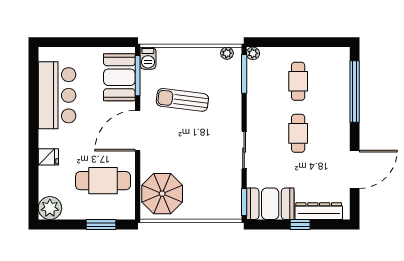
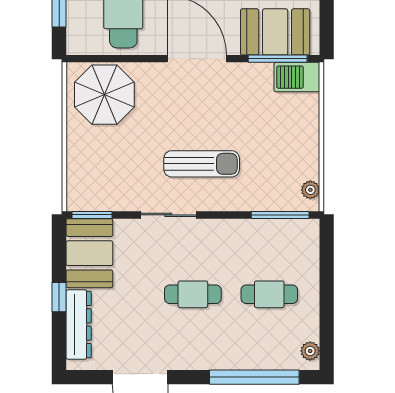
plant: (253, 53) -> (310, 351), moved
barbecue: (148, 58) -> (297, 77), width x1.38, depth x1.27
sun lounger: (182, 100) -> (202, 164), moved, turned 83

